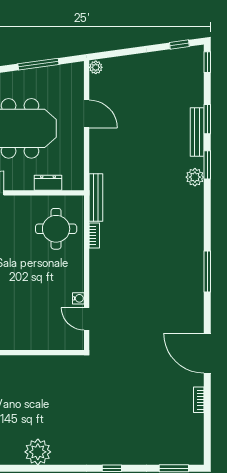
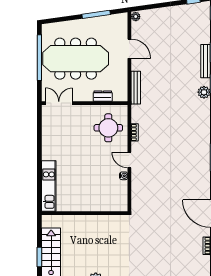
bench: (96, 198) -> (136, 88), moved
door: (87, 319) -> (129, 160), moved

